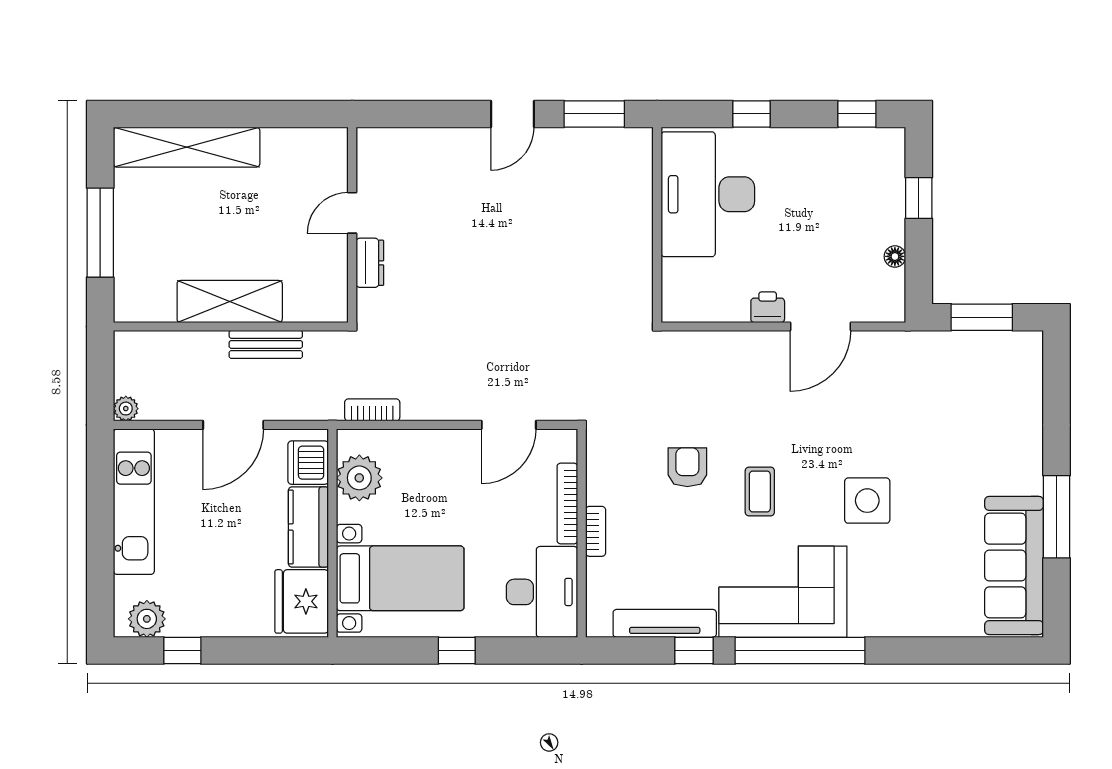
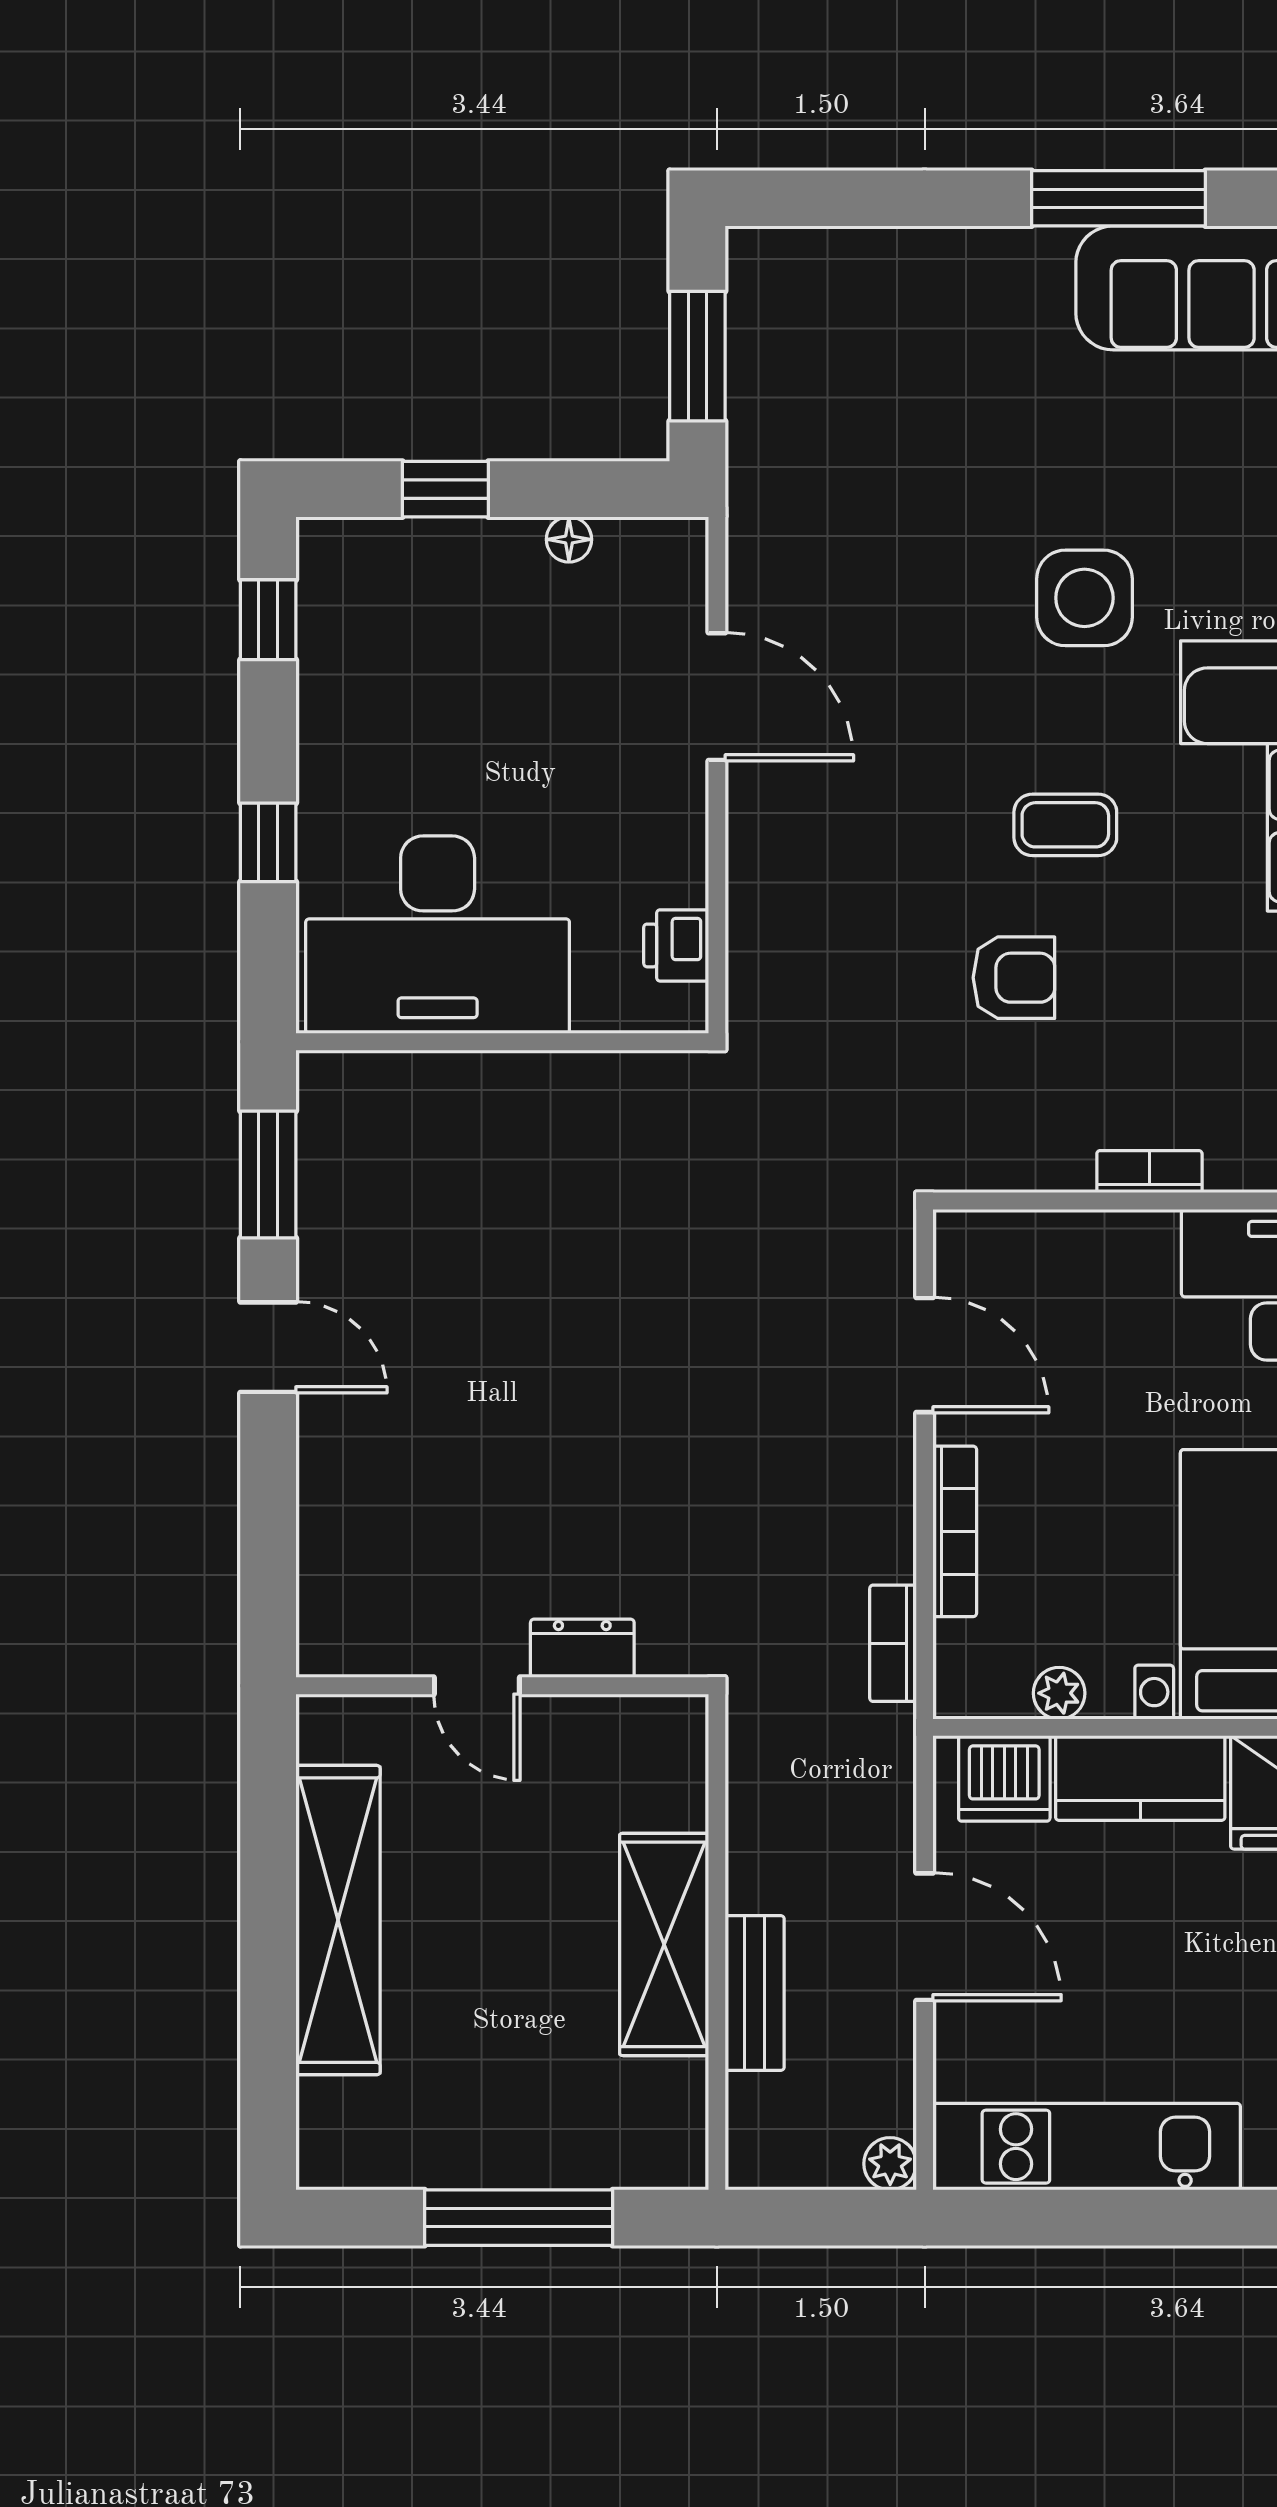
shelving: (187, 147) -> (338, 1920), moved
printer: (768, 307) -> (676, 945), moved
bench: (266, 344) -> (755, 1993), moved
armchair: (687, 467) -> (1014, 978), turned 180
plant: (359, 478) -> (1059, 1693), width x0.53, depth x0.53
bookcase: (567, 503) -> (955, 1531), moved, turned -90

